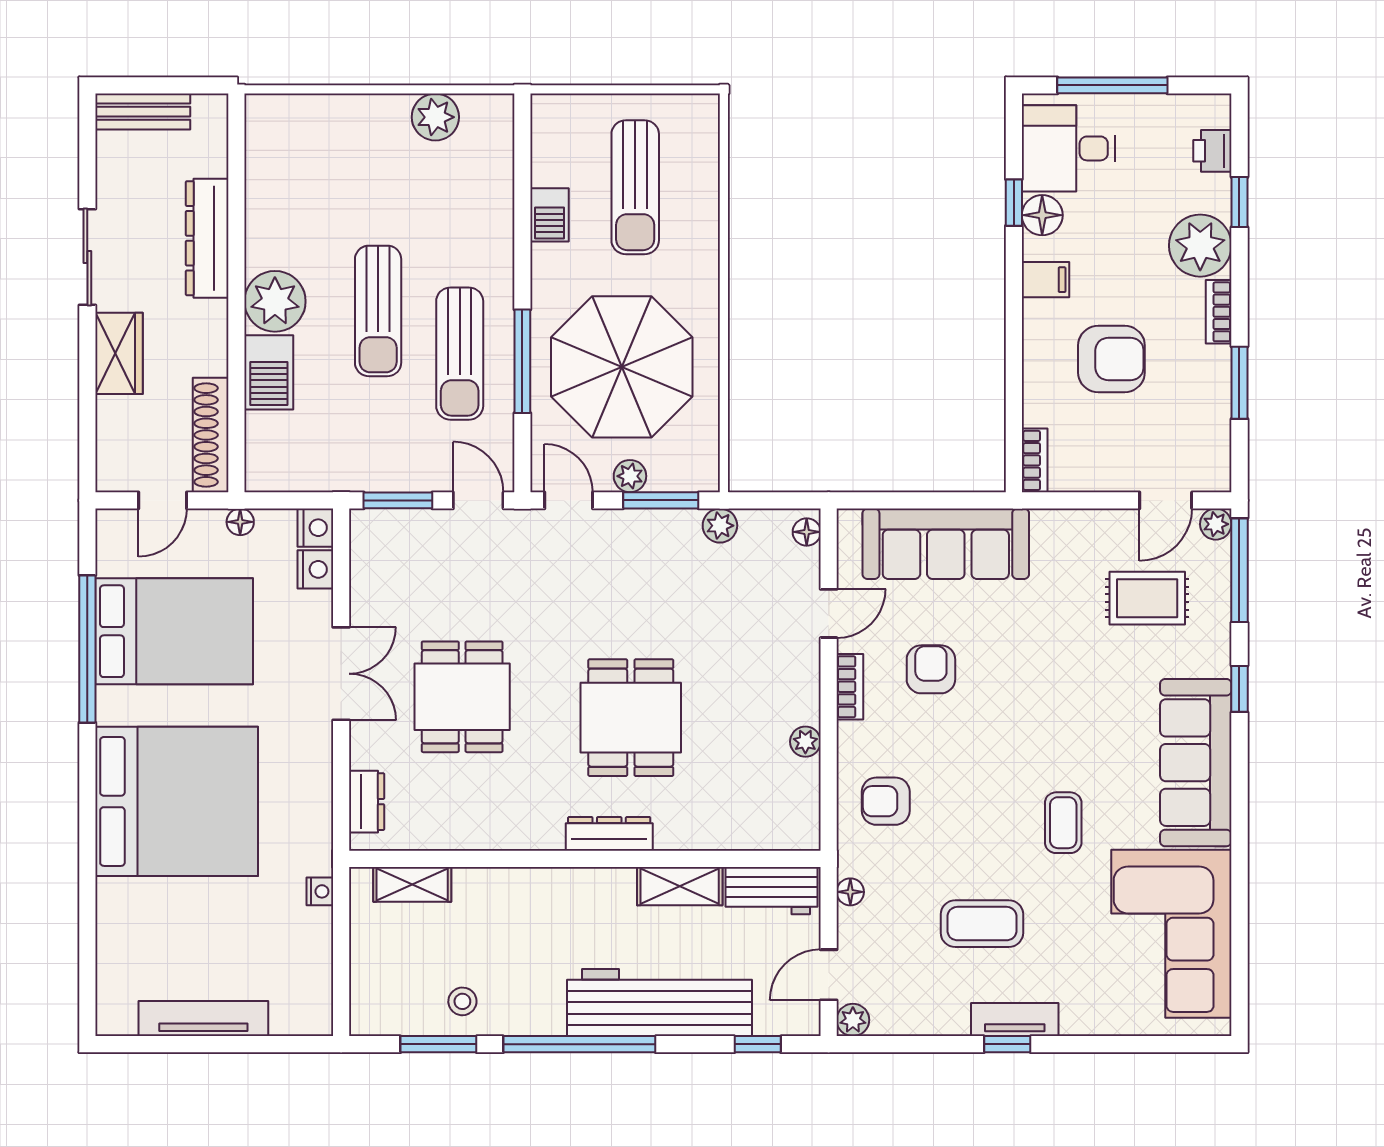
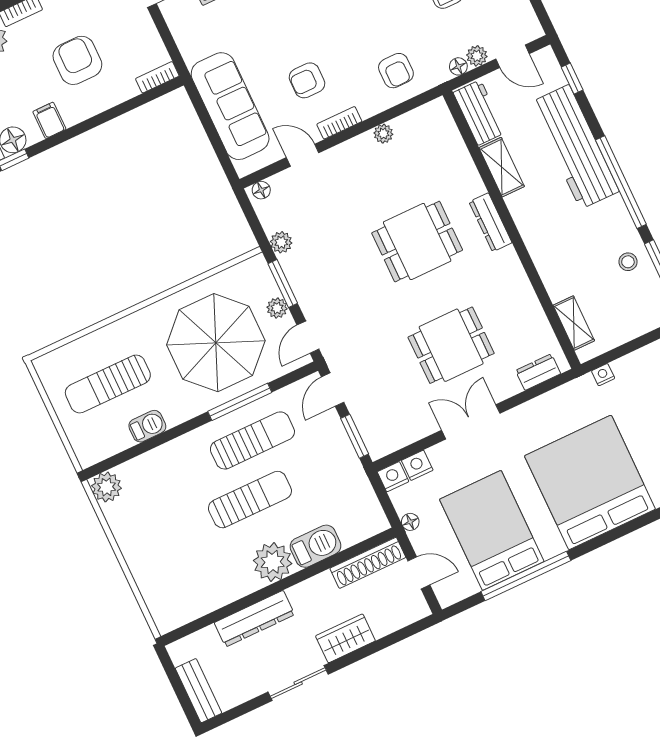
plant: (435, 117) -> (107, 487), moved
sun lounger: (635, 187) -> (108, 384), turned 180
plant: (853, 1020) -> (477, 56), moved

